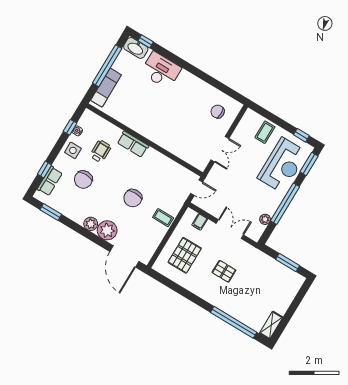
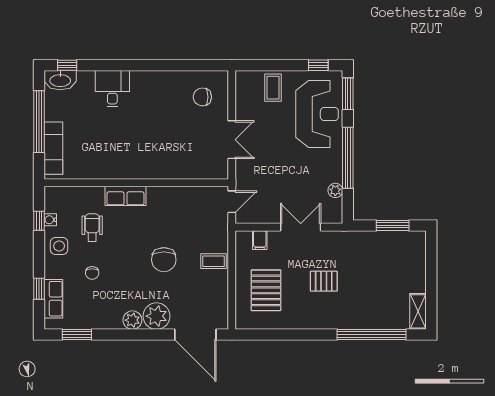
desk: (161, 70) -> (112, 89), width x0.73
chair: (83, 180) -> (92, 273), width x0.54, depth x0.54

